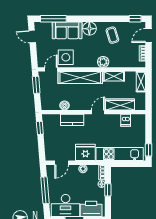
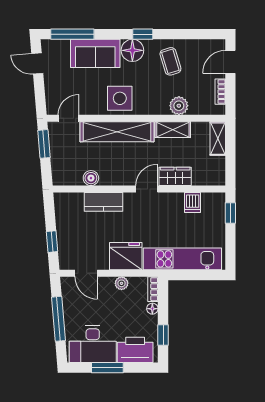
window: (135, 19) -> (143, 34), moved
side table: (66, 57) -> (120, 98), moved
plant: (103, 62) -> (179, 106), moved
wardrobe: (120, 104) -> (175, 176), width x0.67
window: (40, 128) -> (52, 242), moved
window: (148, 150) -> (230, 213), moved
door: (62, 163) -> (86, 273), hinge flipped
window: (108, 190) -> (163, 335), moved

